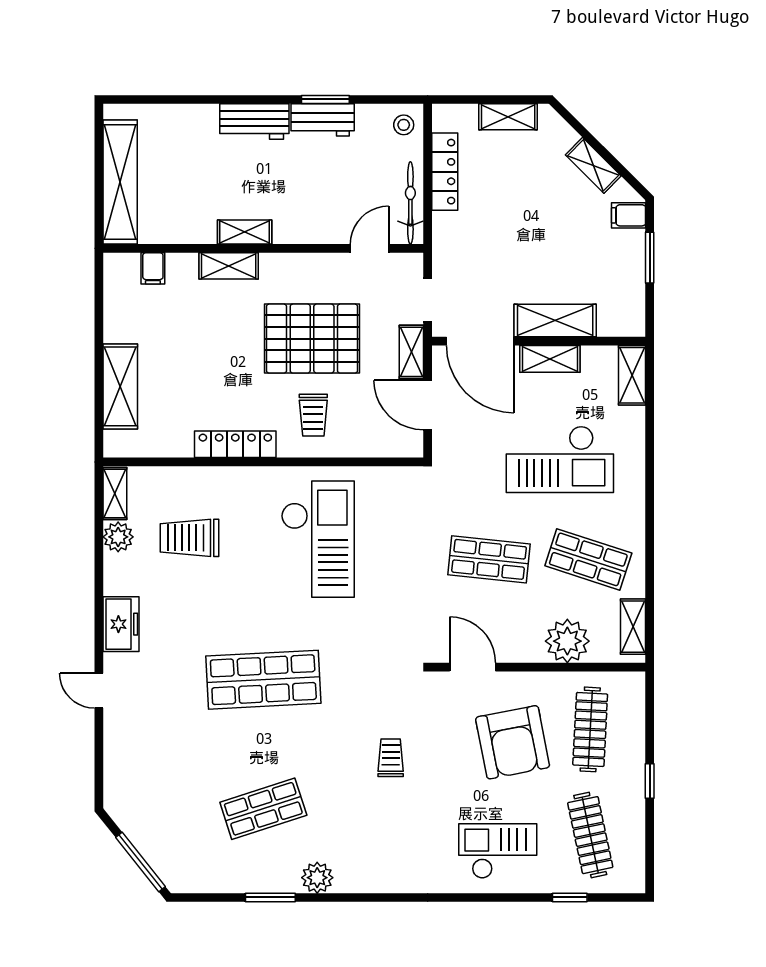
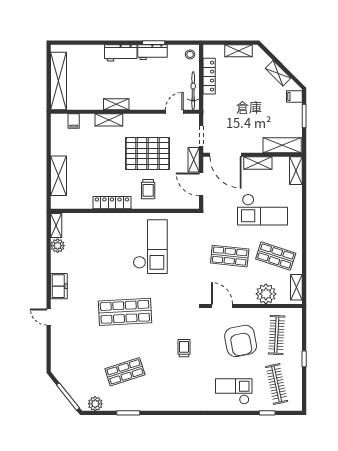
shelving: (555, 320) -> (282, 145), moved
trolley: (190, 538) -> (91, 246), removed
plant: (317, 878) -> (95, 404), moved

